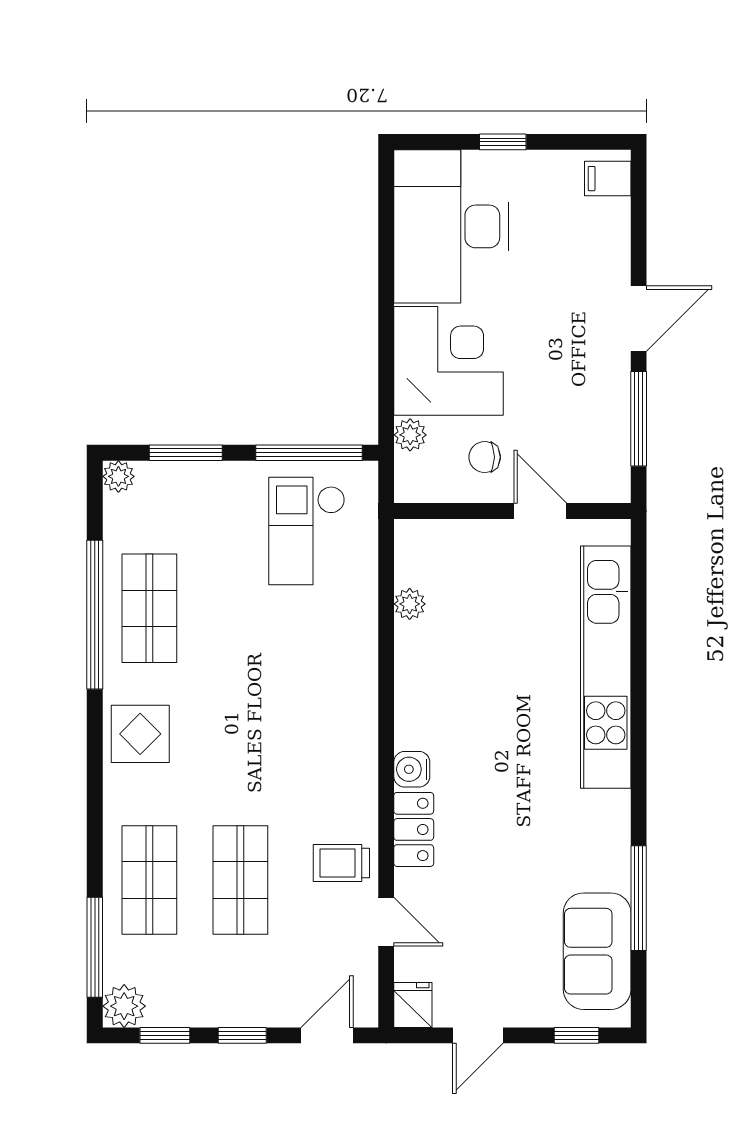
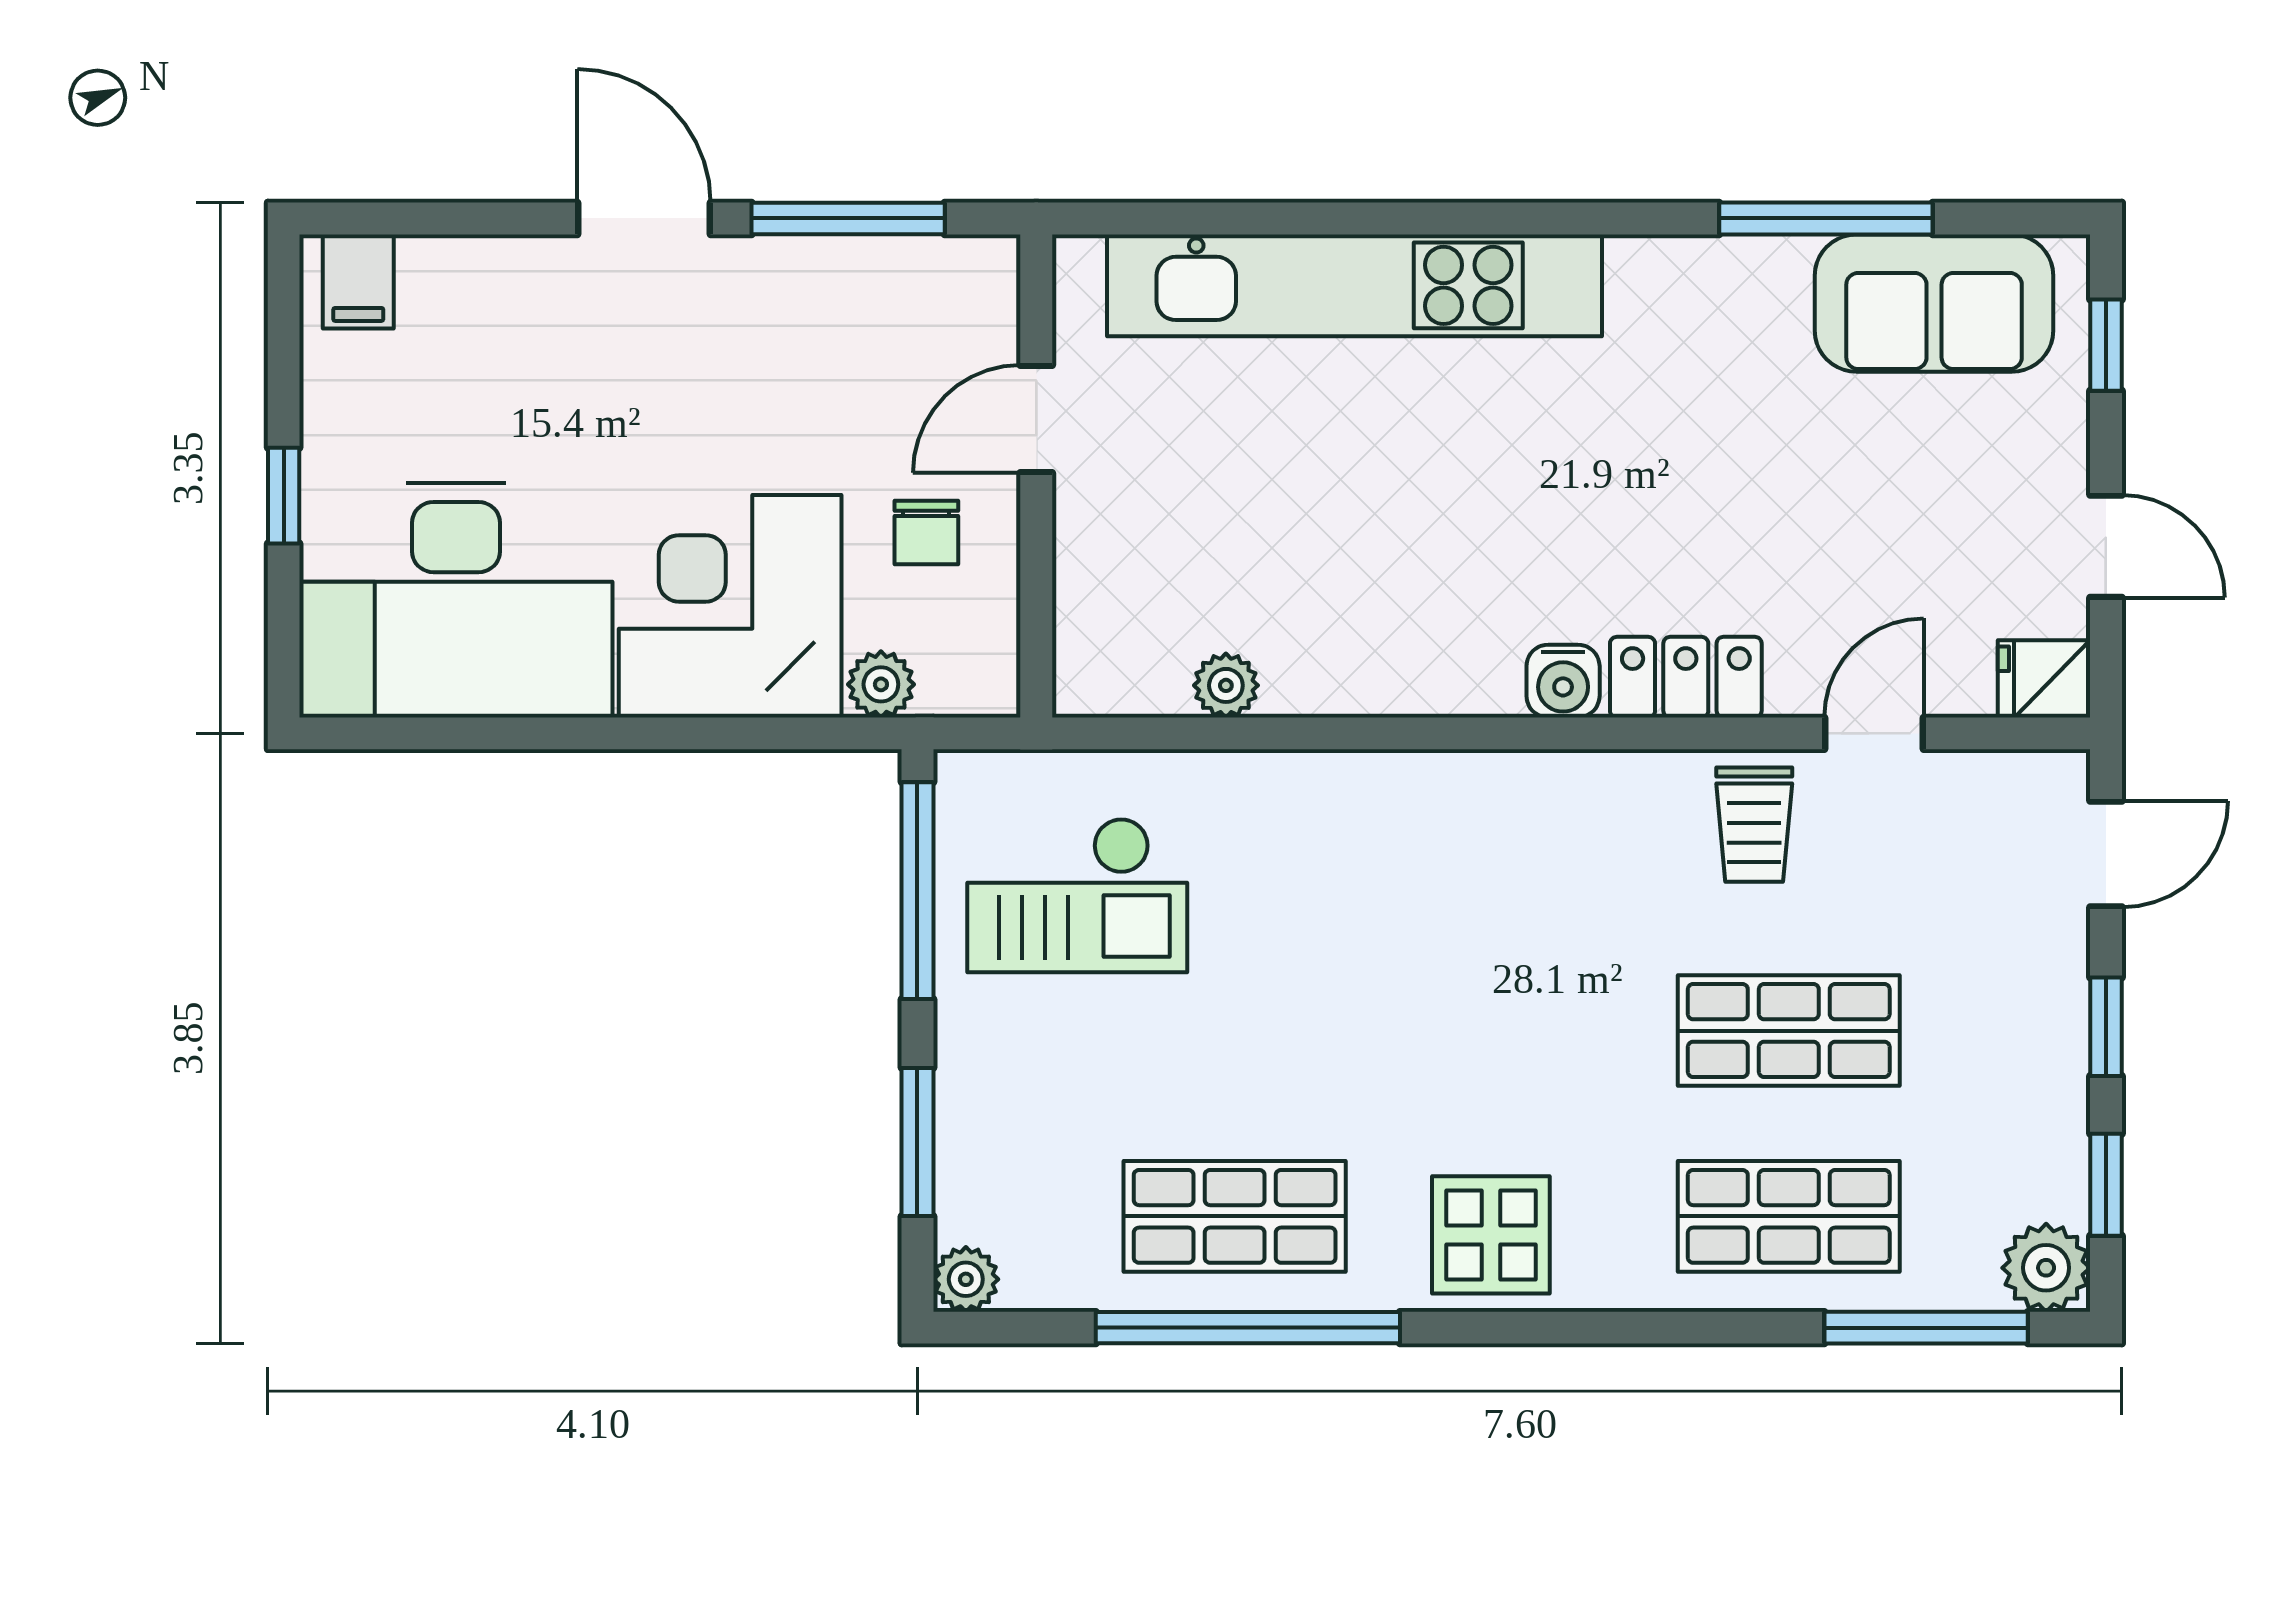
door: (327, 1035) -> (2106, 854), swing flipped

